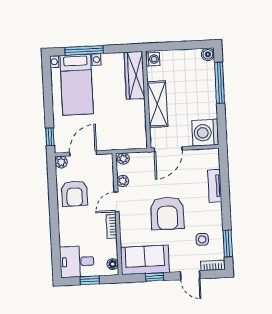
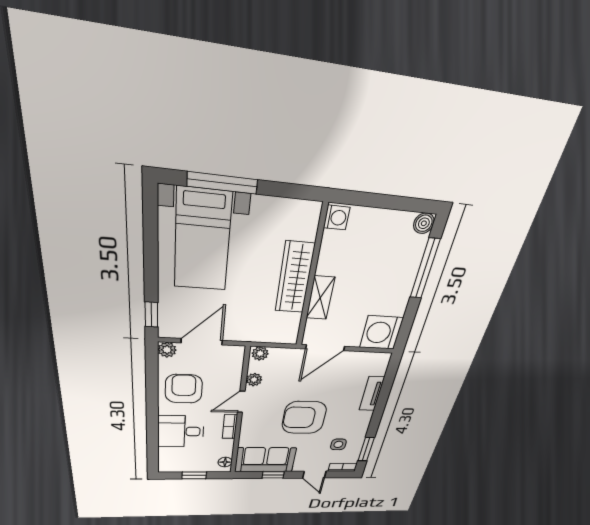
wardrobe: (135, 75) -> (295, 278), moved
shelving: (157, 104) -> (320, 298), width x0.67, depth x0.75
armchair: (75, 193) -> (184, 389), turned 180
armchair: (167, 213) -> (304, 418), turned 90
desk: (77, 262) -> (181, 431), moved

